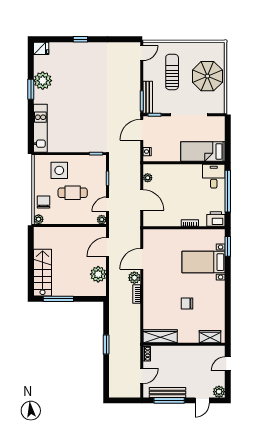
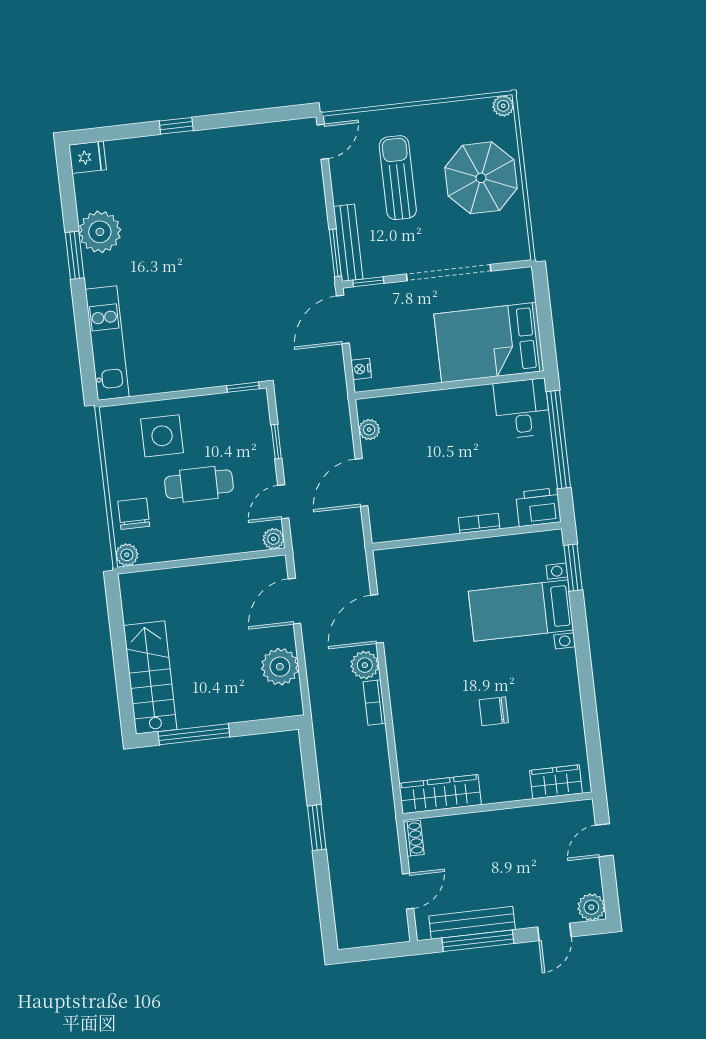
plant: (220, 47) -> (503, 106), added
bed: (203, 151) -> (489, 342), width x1.50
door: (142, 200) -> (361, 482), swing flipped

